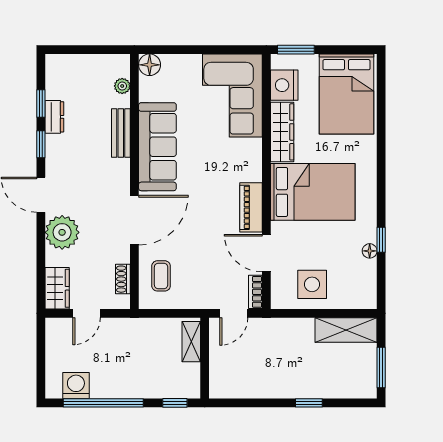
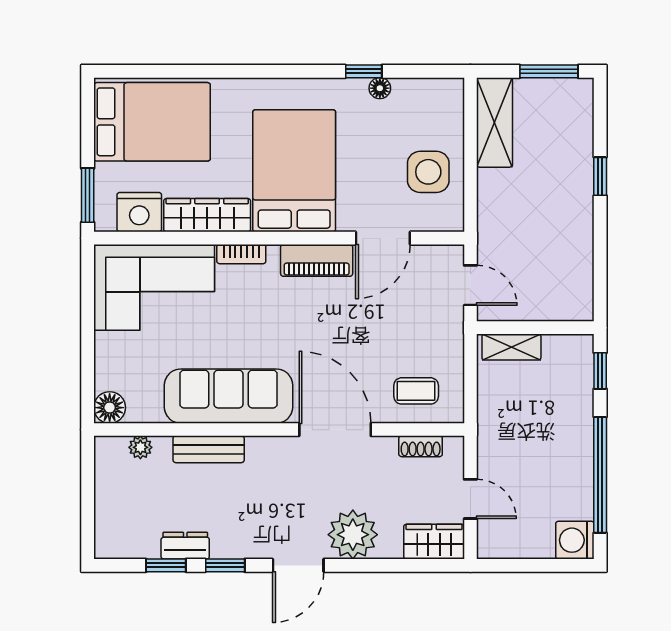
bookcase: (255, 292) -> (241, 254), moved
washing machine: (76, 385) -> (575, 540), moved

